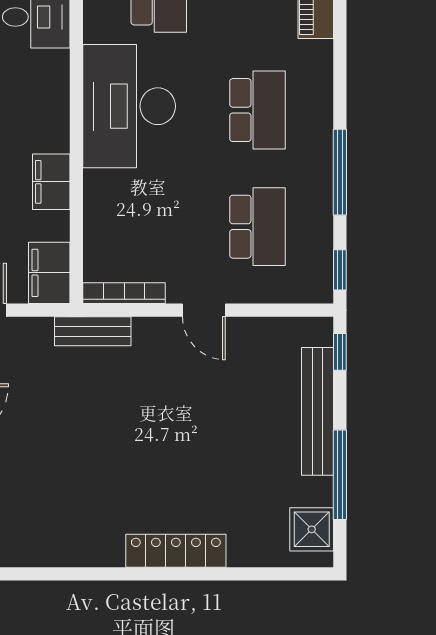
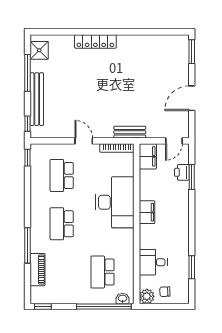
desk: (129, 106) -> (115, 202), moved
window: (340, 172) -> (28, 245), moved
filing cabinet: (51, 182) -> (147, 212), moved

